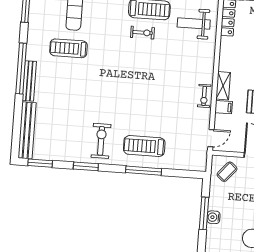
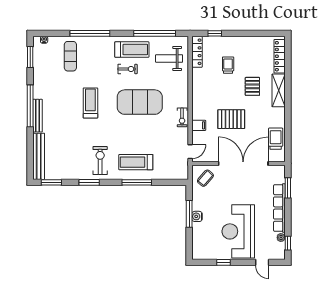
treadmill: (69, 48) -> (90, 103), moved, turned 90
exercise mat: (154, 74) -> (140, 102), added
shelving: (223, 86) -> (197, 108), removed

